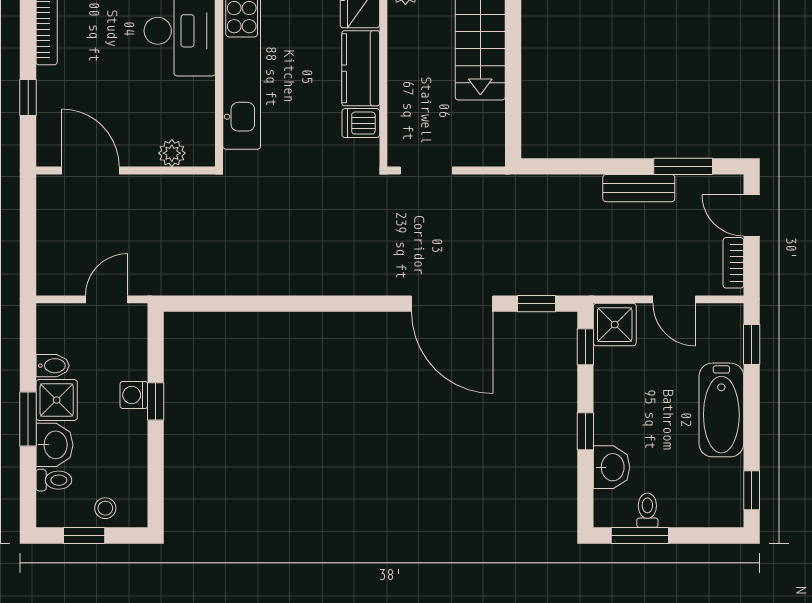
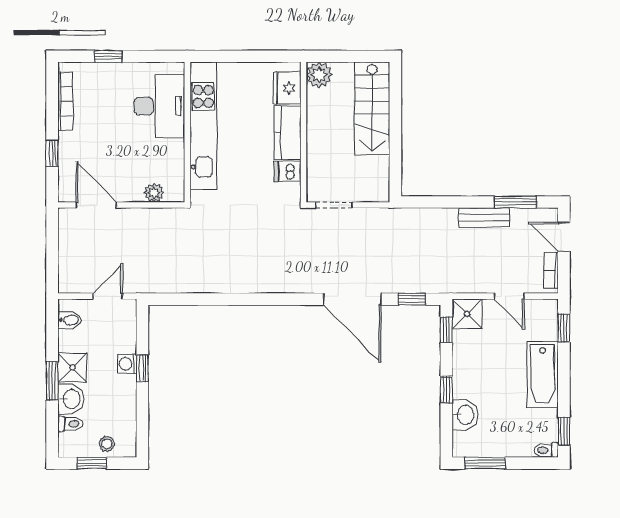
bidet: (53, 366) -> (70, 320), moved
toilet: (647, 510) -> (546, 450), moved, turned -90

